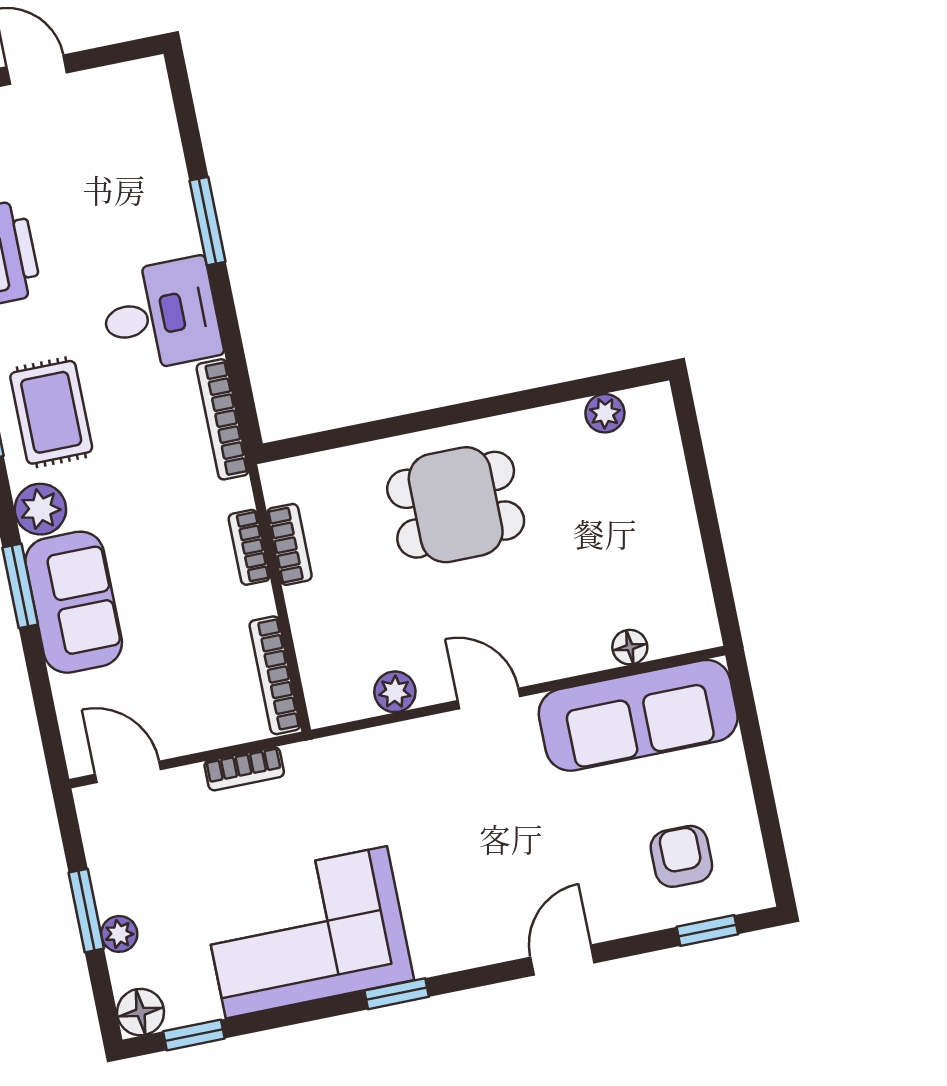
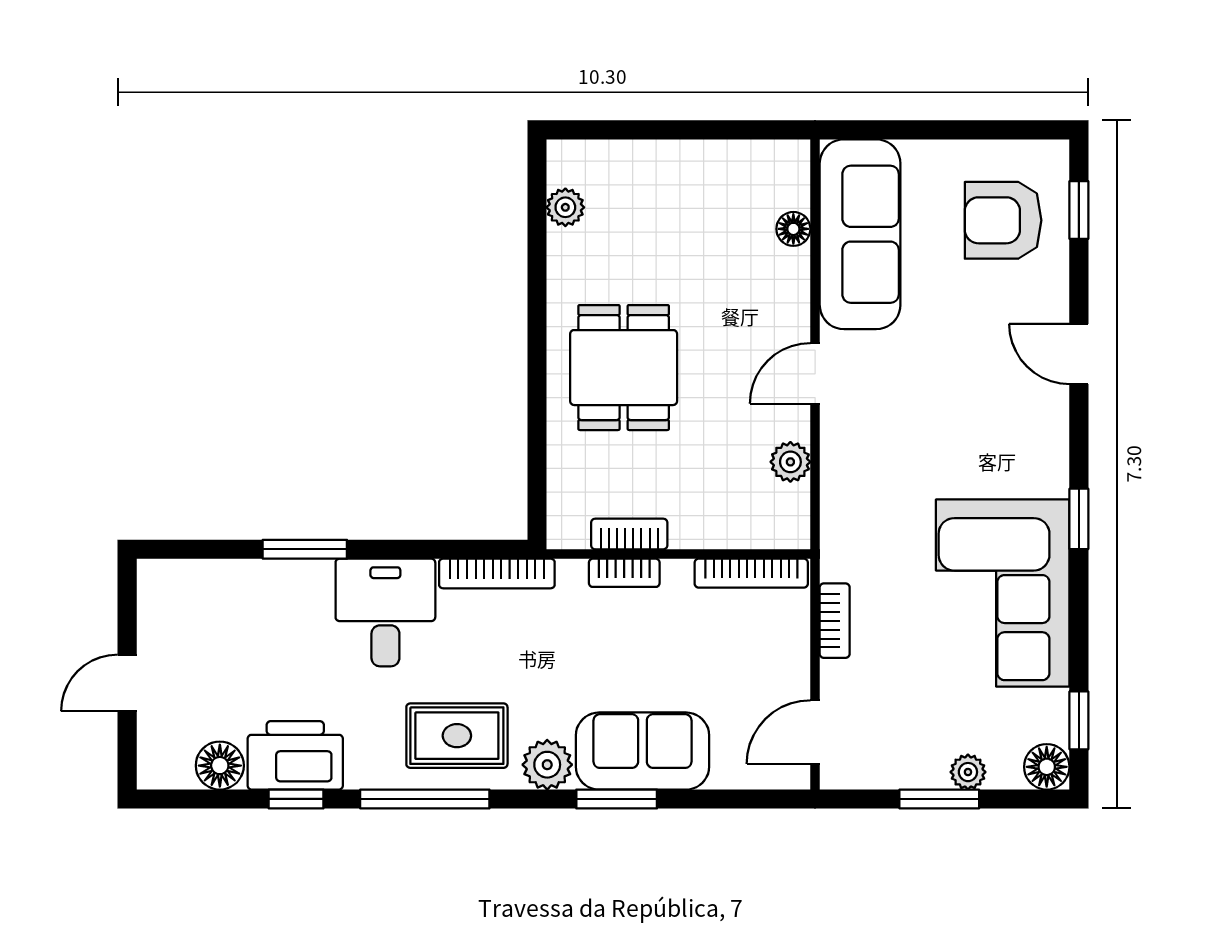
armchair: (681, 856) -> (1003, 220), width x1.38, depth x1.38

